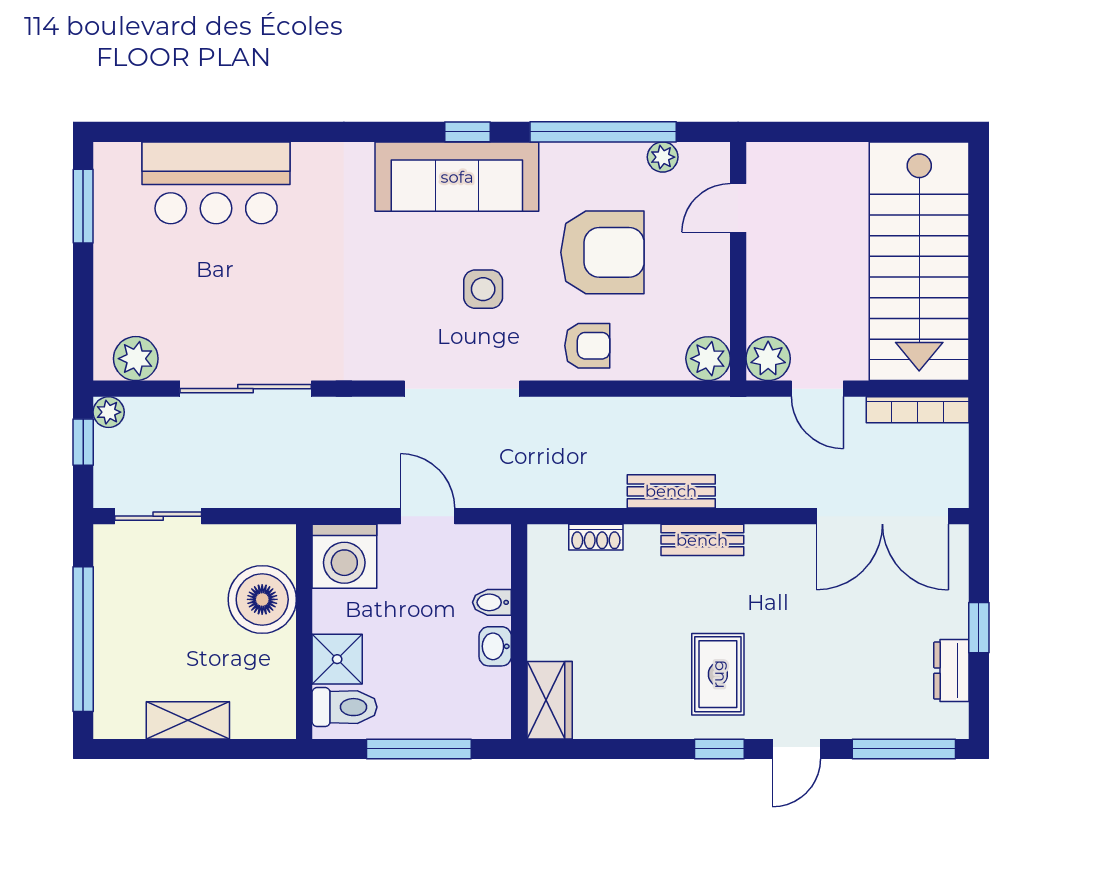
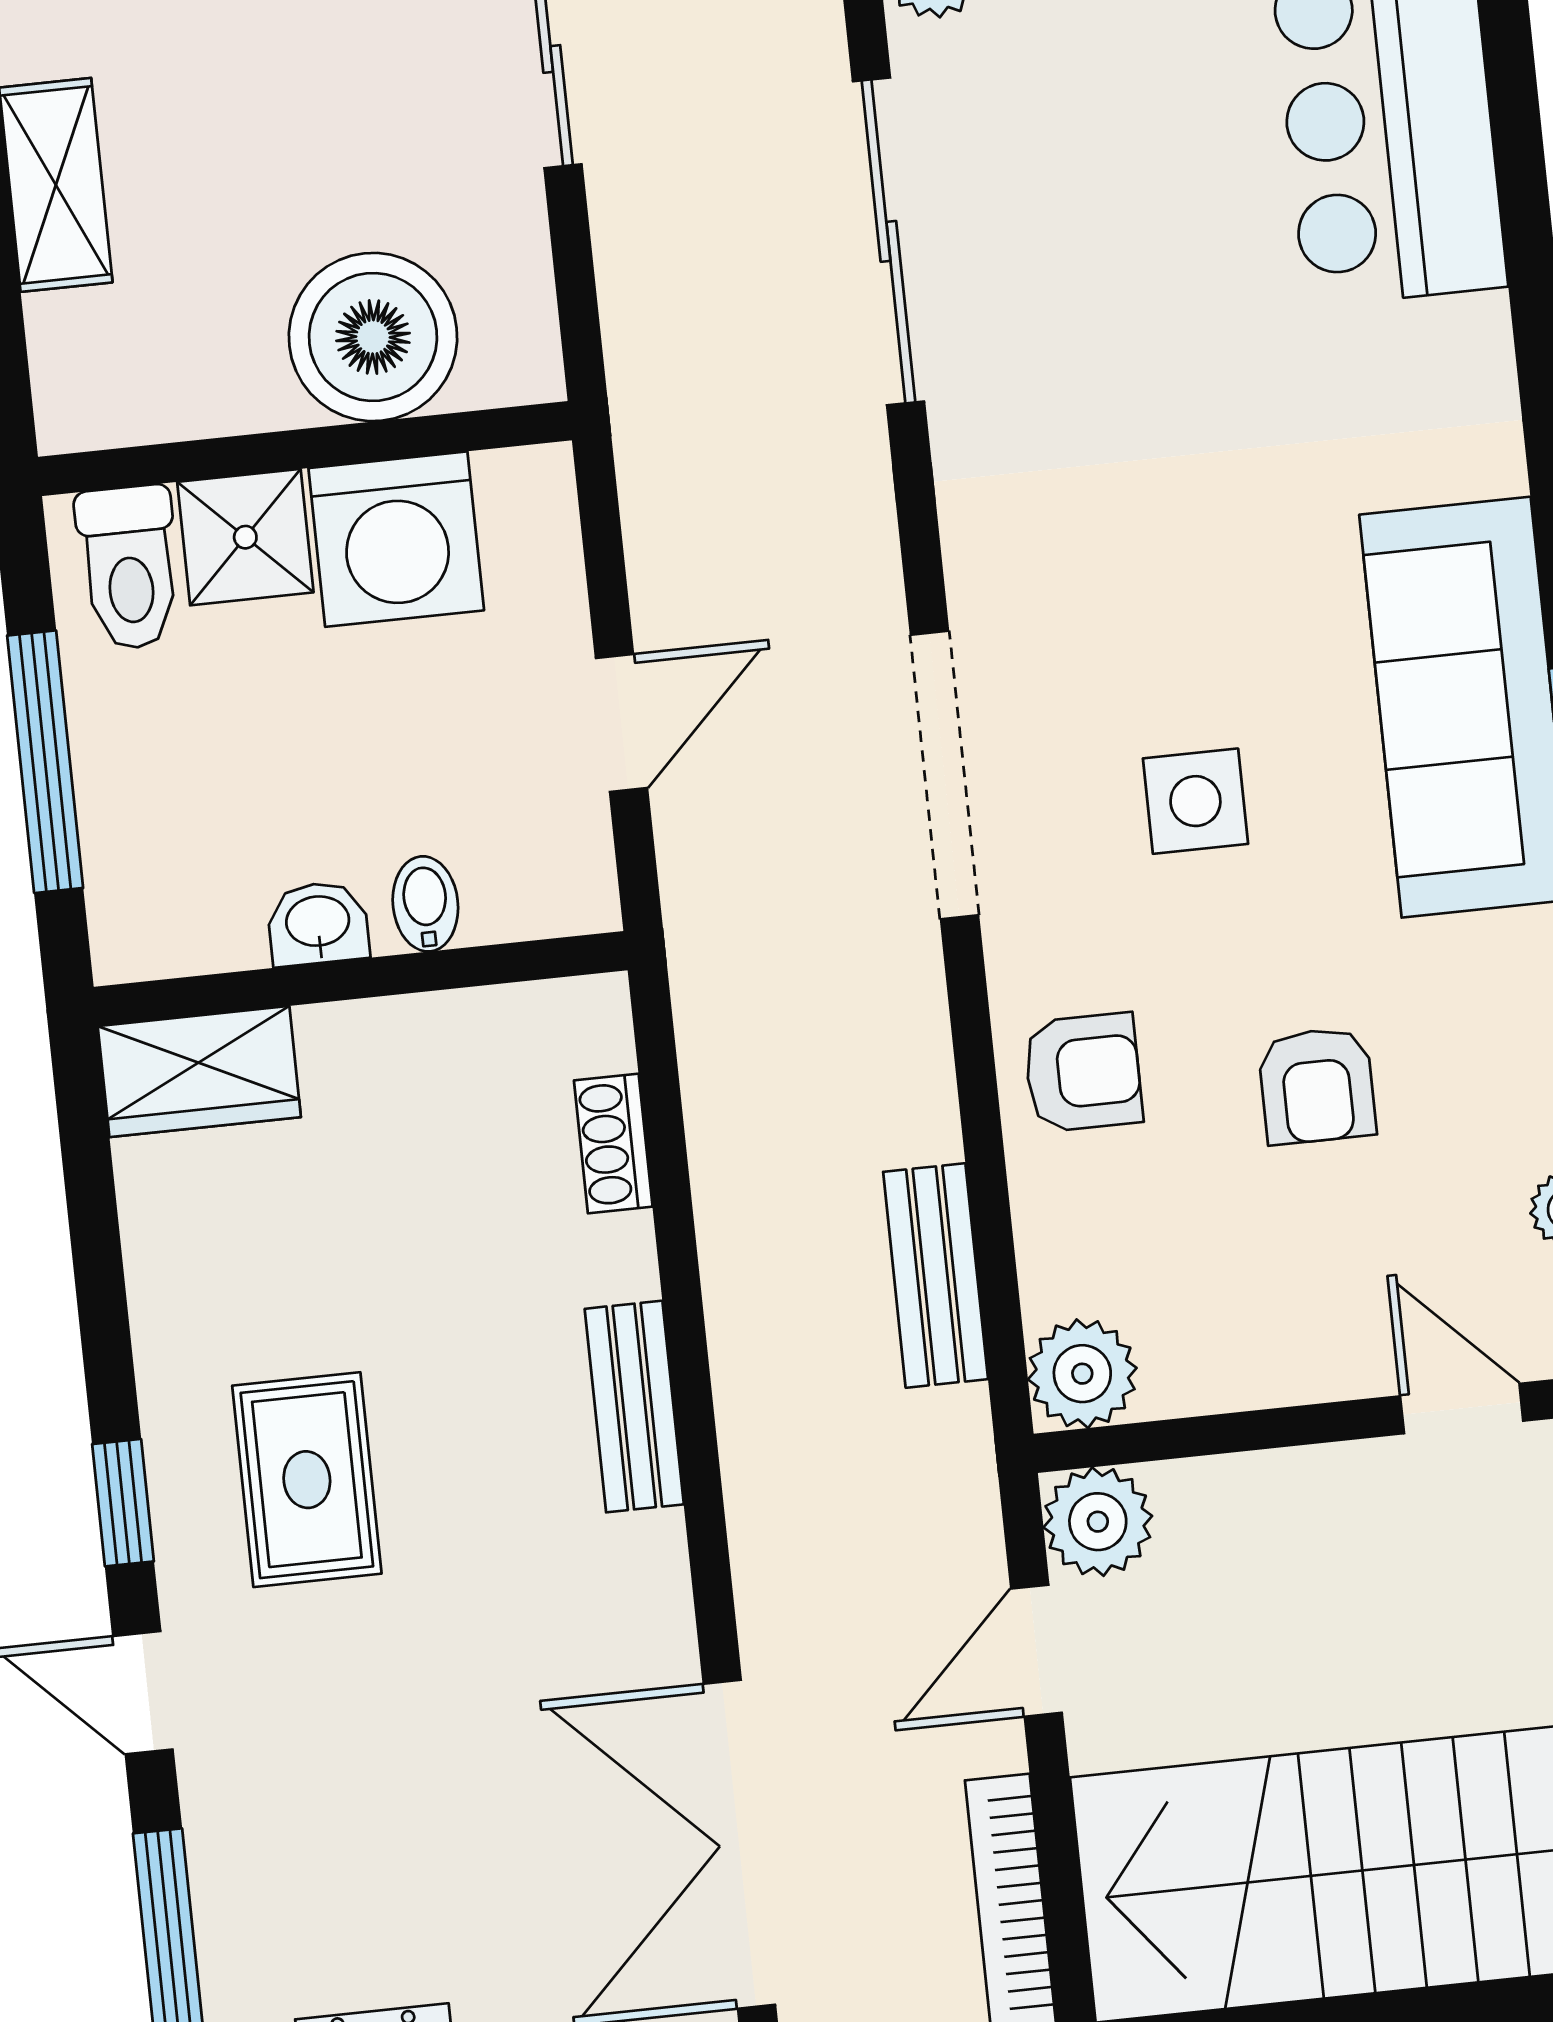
armchair: (602, 252) -> (1317, 1086), width x0.53, depth x0.53
armchair: (587, 346) -> (1083, 1072), turned -90
bench: (671, 491) -> (936, 1275), moved
washing machine: (344, 556) -> (396, 539), moved, turned -90
rug: (718, 674) -> (307, 1480), turned 90

